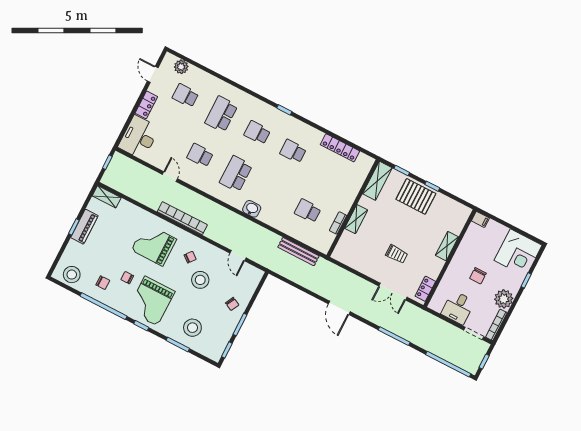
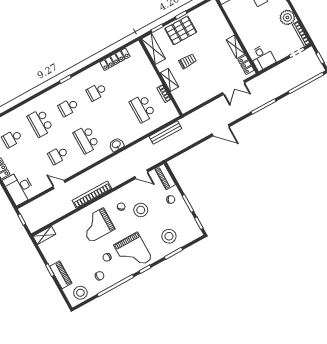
school desk: (308, 211) -> (142, 108), width x1.85
piano: (84, 227) -> (61, 275), moved
shelving: (447, 246) -> (236, 47), moved
trolley: (397, 254) -> (188, 61), moved
chair: (478, 276) -> (261, 24), removed
piano: (252, 282) -> (165, 177), added
desk: (458, 308) -> (262, 57), moved

